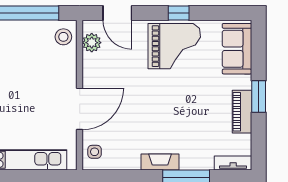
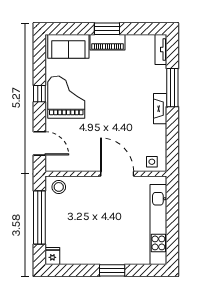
door: (117, 13) -> (39, 143), hinge flipped
plant: (92, 43) -> (63, 164), removed
piano: (242, 112) -> (107, 42), moved

